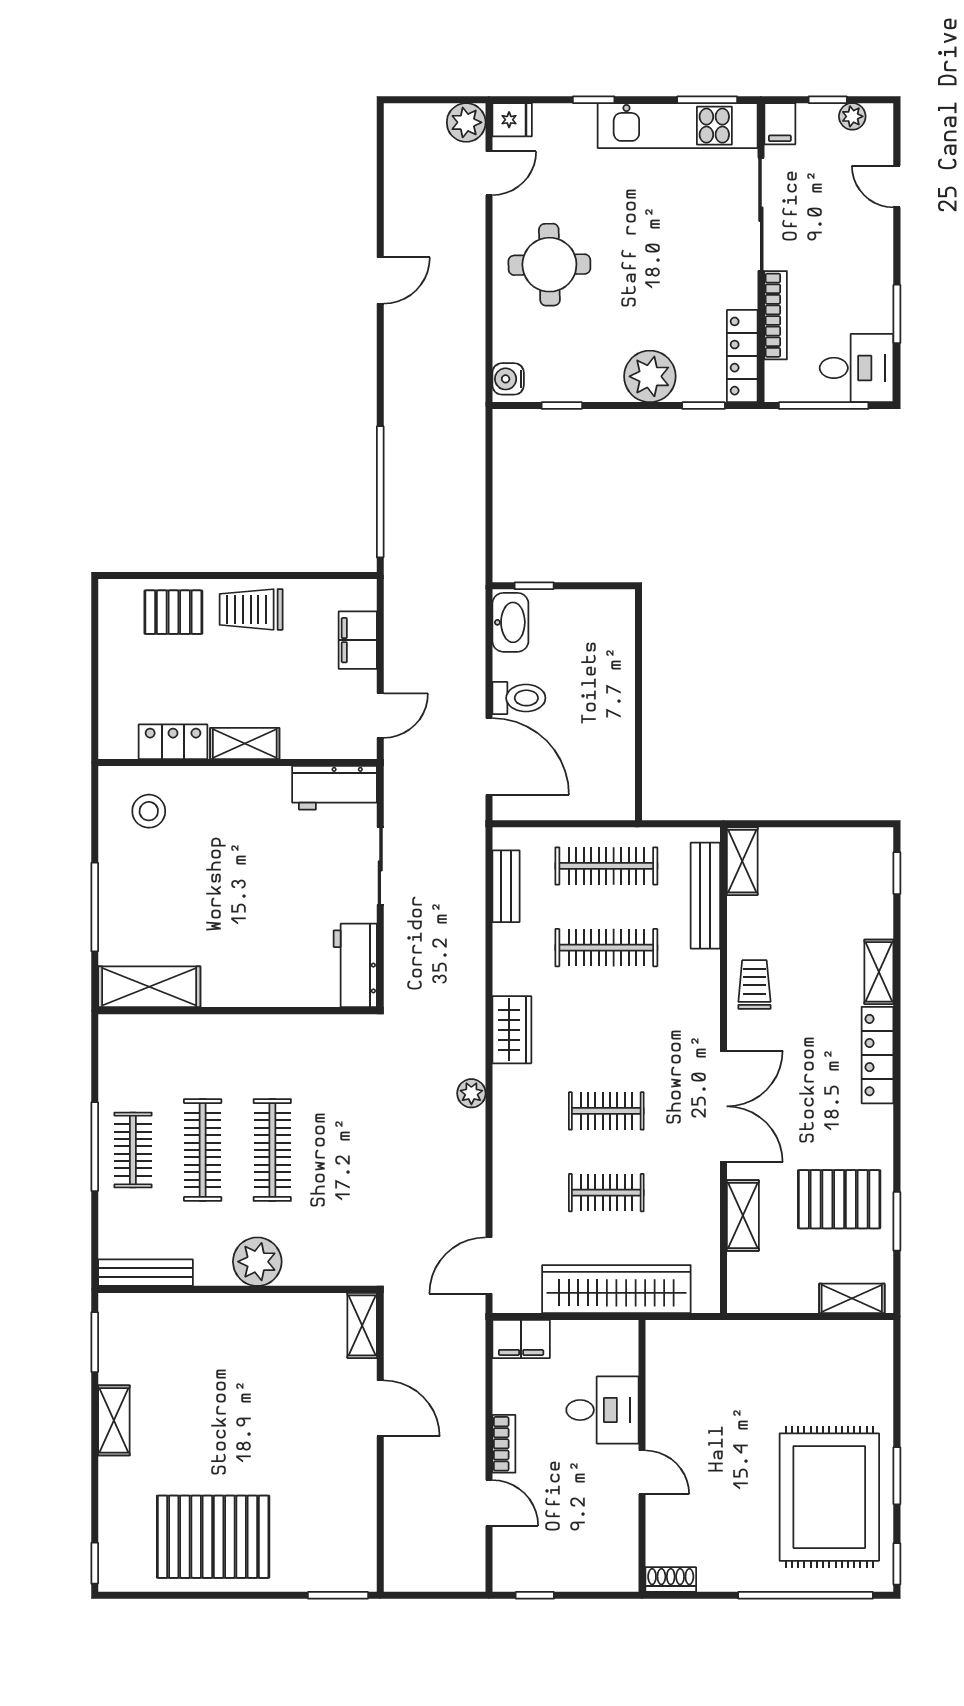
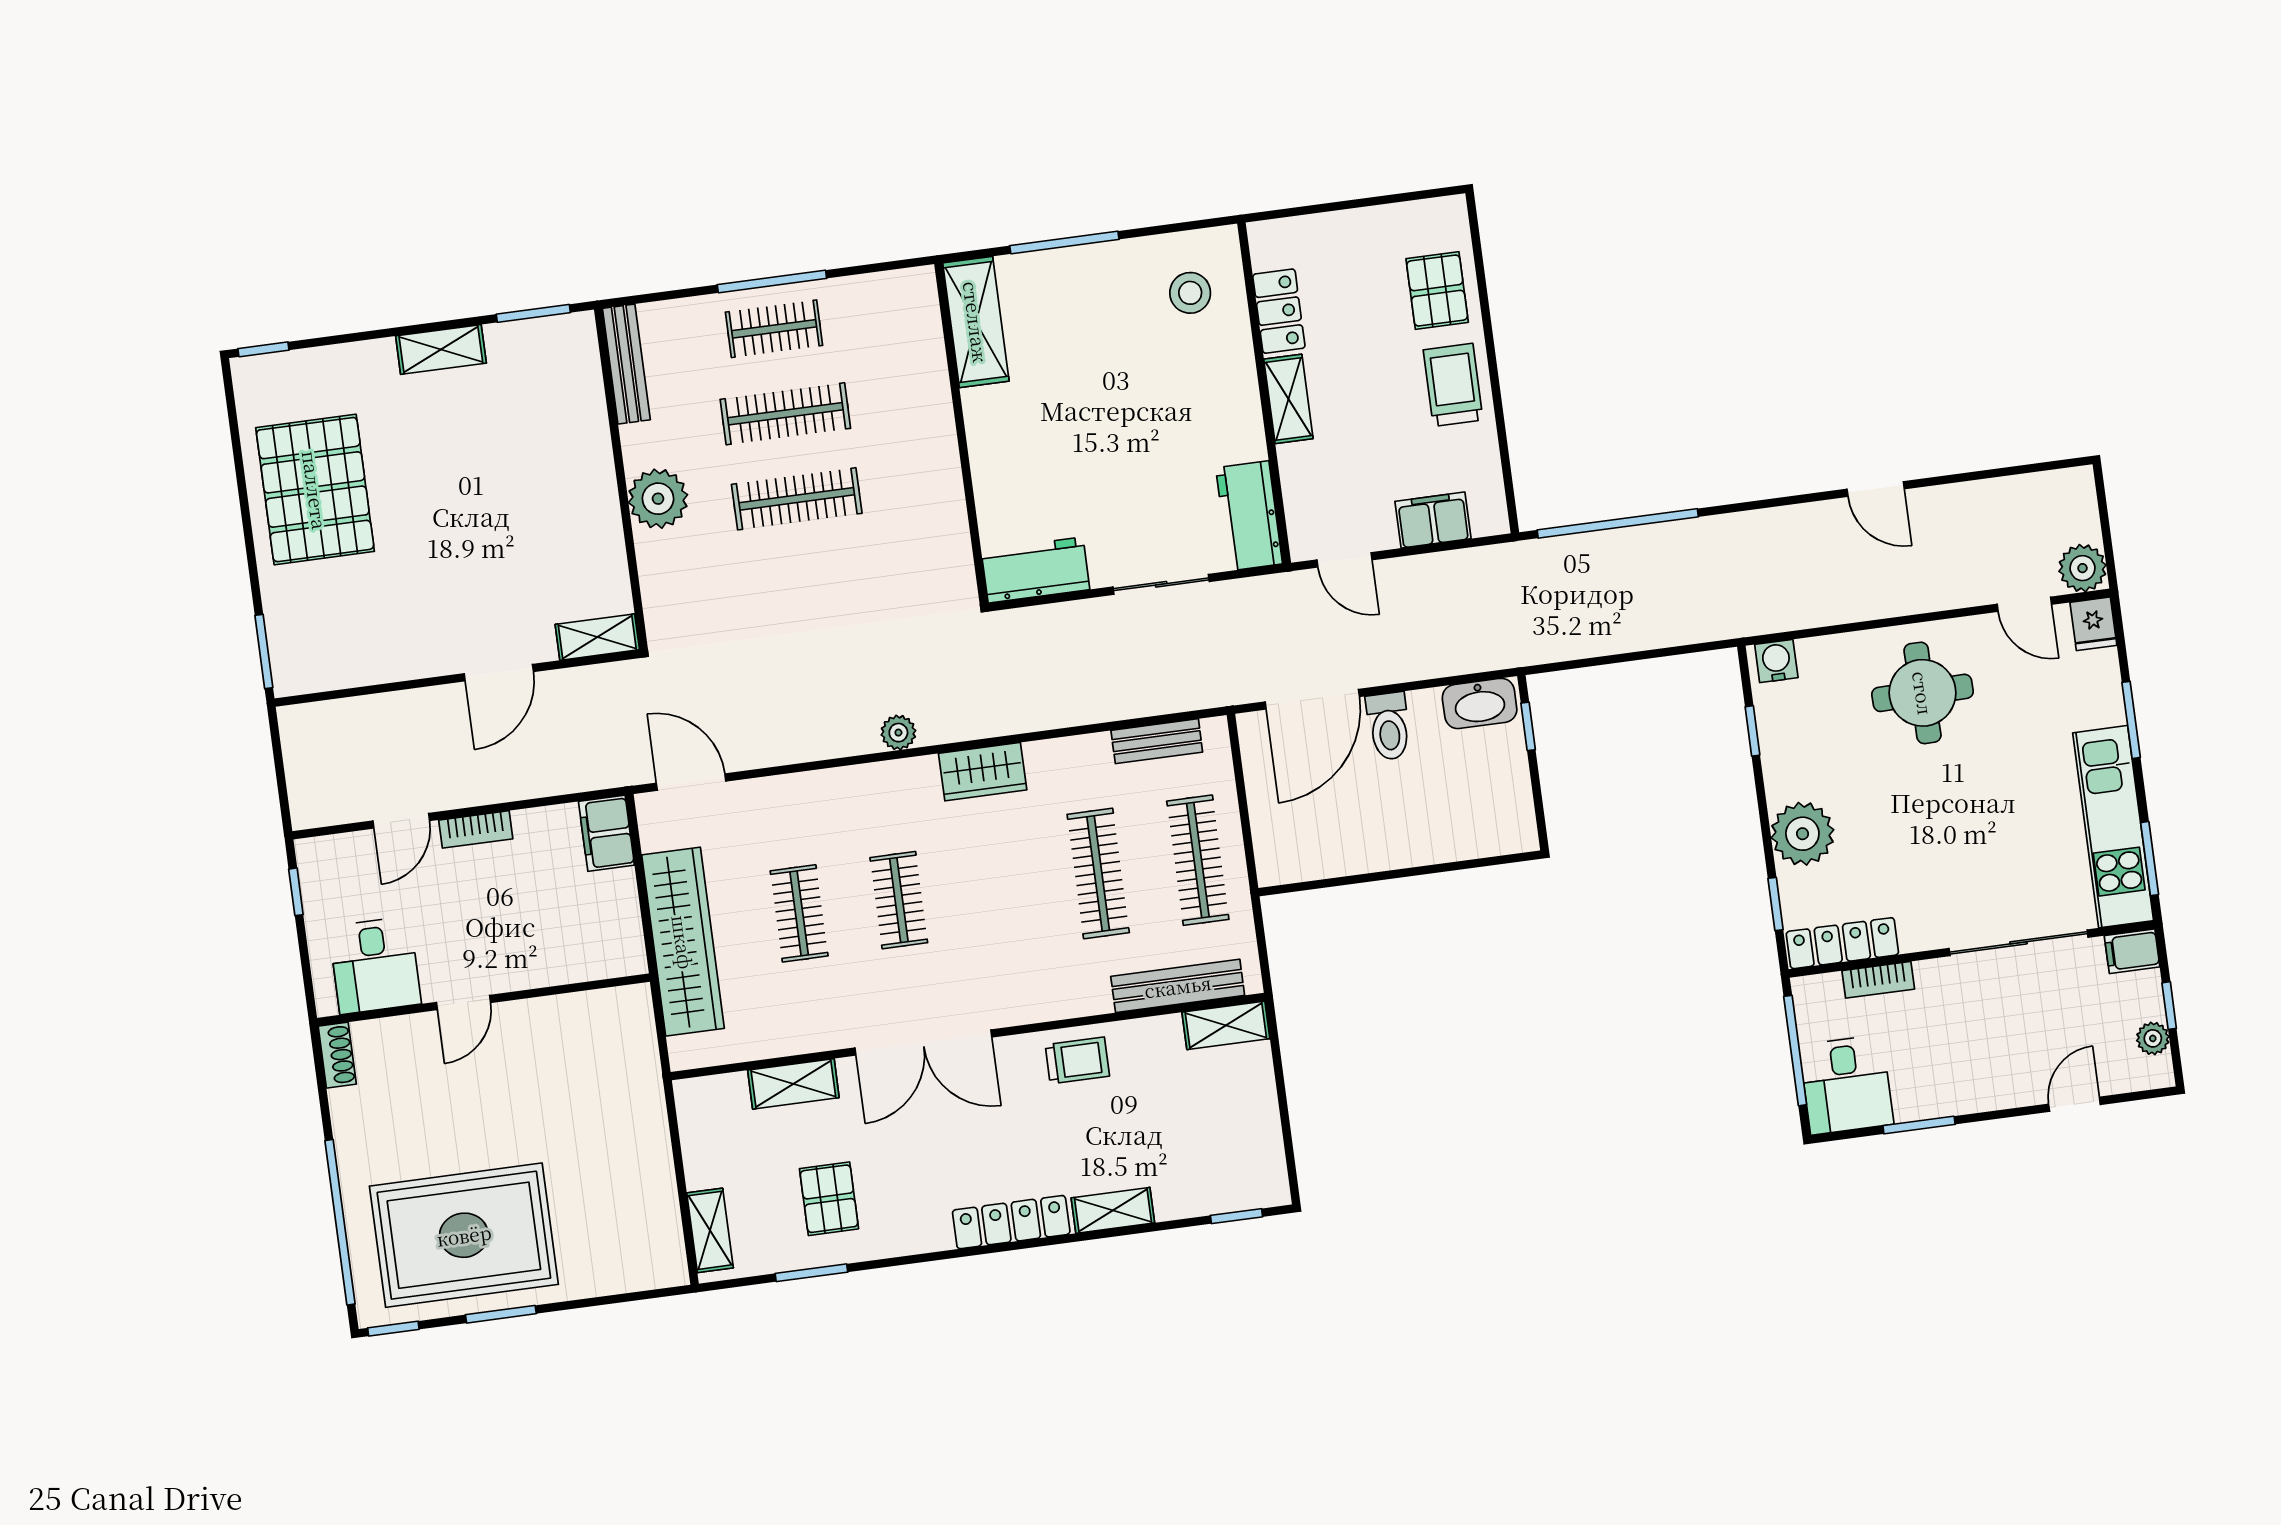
window: (594, 100) -> (2131, 720), width x1.50
bookcase: (776, 315) -> (1878, 980), width x0.64
pallet: (839, 1199) -> (829, 1199), width x0.67, depth x0.71
desk: (602, 1410) -> (375, 965), moved

